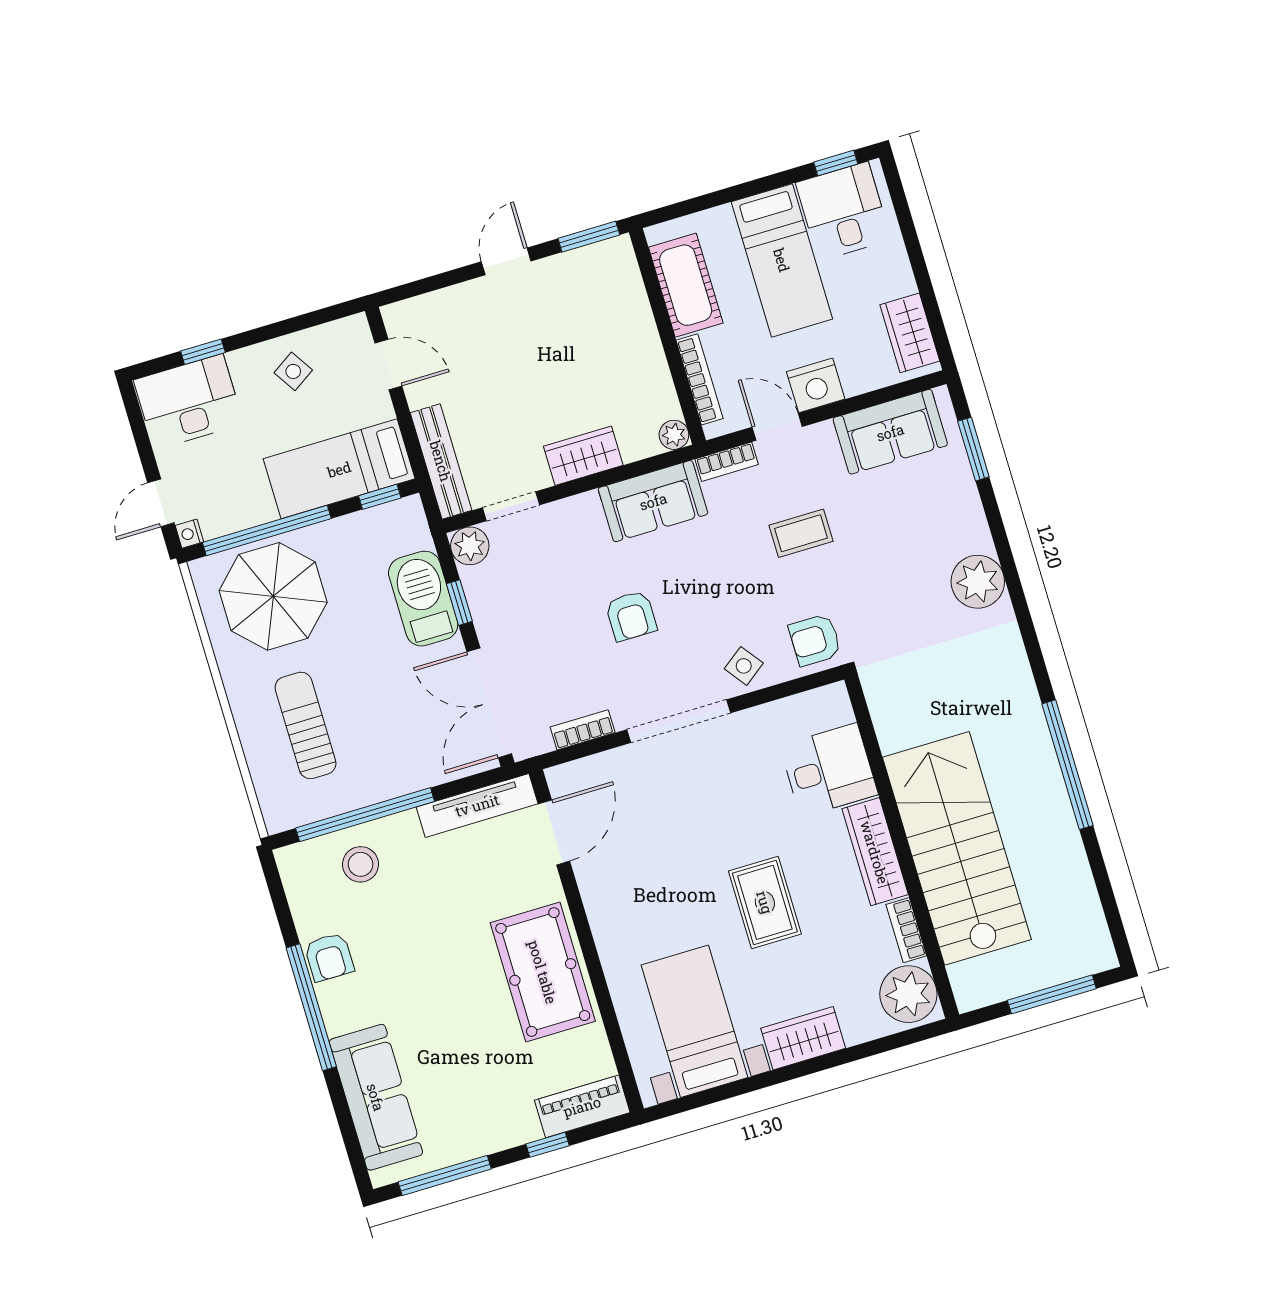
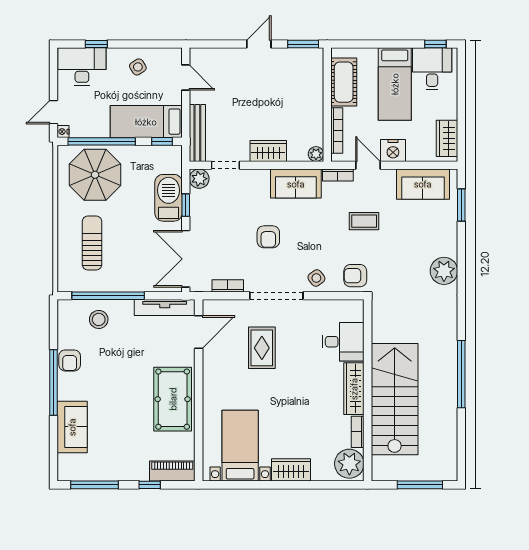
rug: (765, 902) -> (262, 348), moved
sofa: (376, 1097) -> (72, 427), width x0.73

